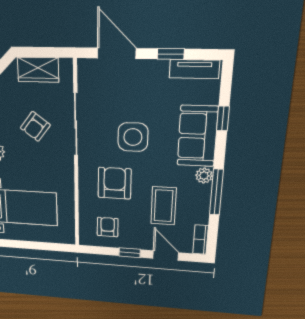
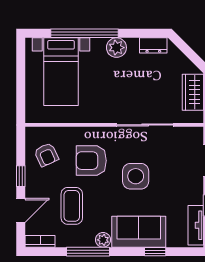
armchair: (35, 126) -> (142, 88), removed
armchair: (115, 183) -> (91, 161), turned 180
coffee table: (163, 206) -> (72, 206), turned 90
armchair: (108, 227) -> (46, 155), turned 65

